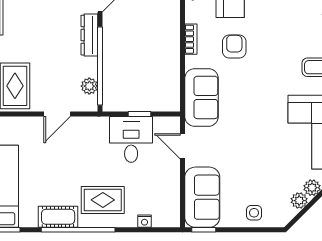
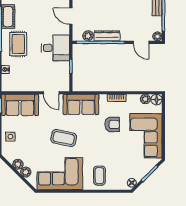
dresser: (89, 35) -> (107, 36), moved
coffee table: (256, 126) -> (64, 138), added
desk: (131, 139) -> (55, 48), moved
door: (182, 146) -> (51, 93), swing flipped

